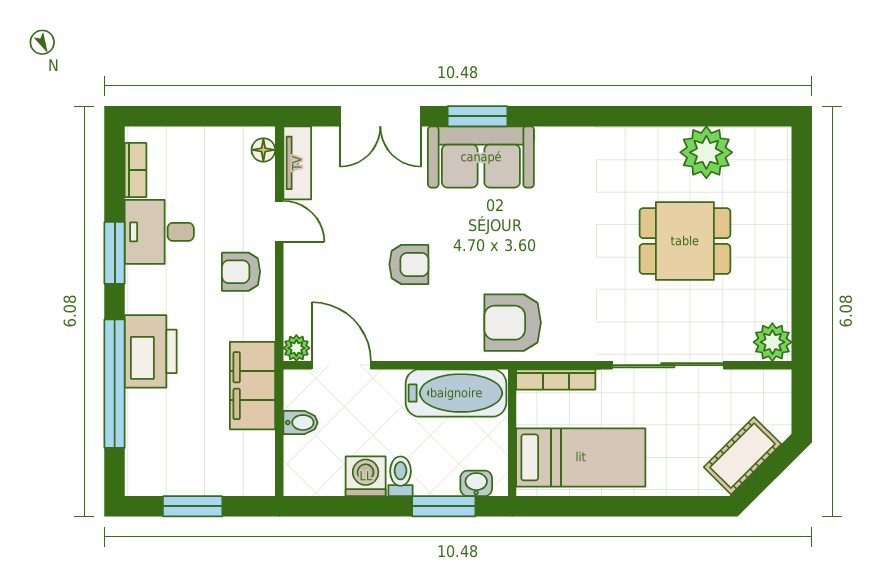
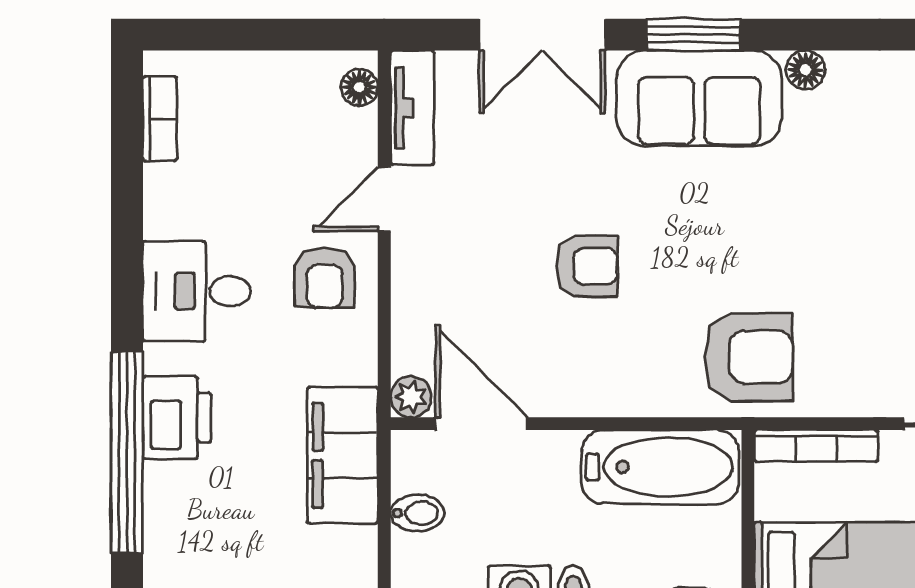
floor lamp: (549, 139) -> (806, 70), added
door: (279, 222) -> (384, 199), swing flipped
desk: (159, 232) -> (197, 291), moved
window: (115, 253) -> (127, 248), removed
armchair: (241, 272) -> (325, 278), turned -90
armchair: (513, 323) -> (749, 357), turned 180
printer: (151, 351) -> (177, 417), width x0.73, depth x0.84

